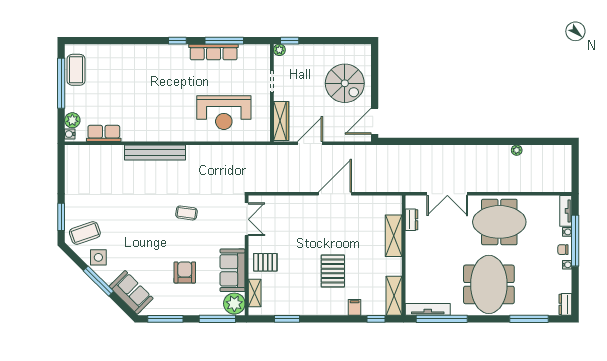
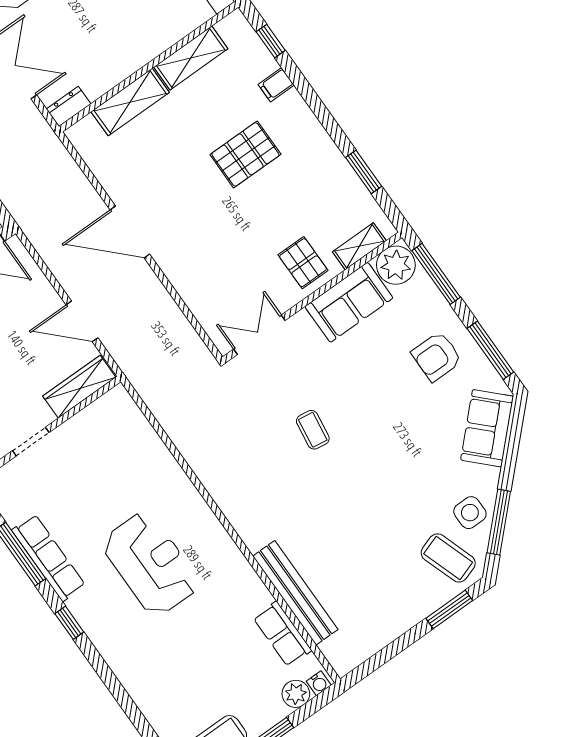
reception desk: (224, 113) -> (150, 564), moved
bench: (155, 153) -> (295, 593), moved
dresser: (411, 220) -> (69, 106), moved
armchair: (185, 272) -> (437, 356), moved
window: (98, 281) -> (499, 522), moved
shelving: (394, 296) -> (191, 58), moved

